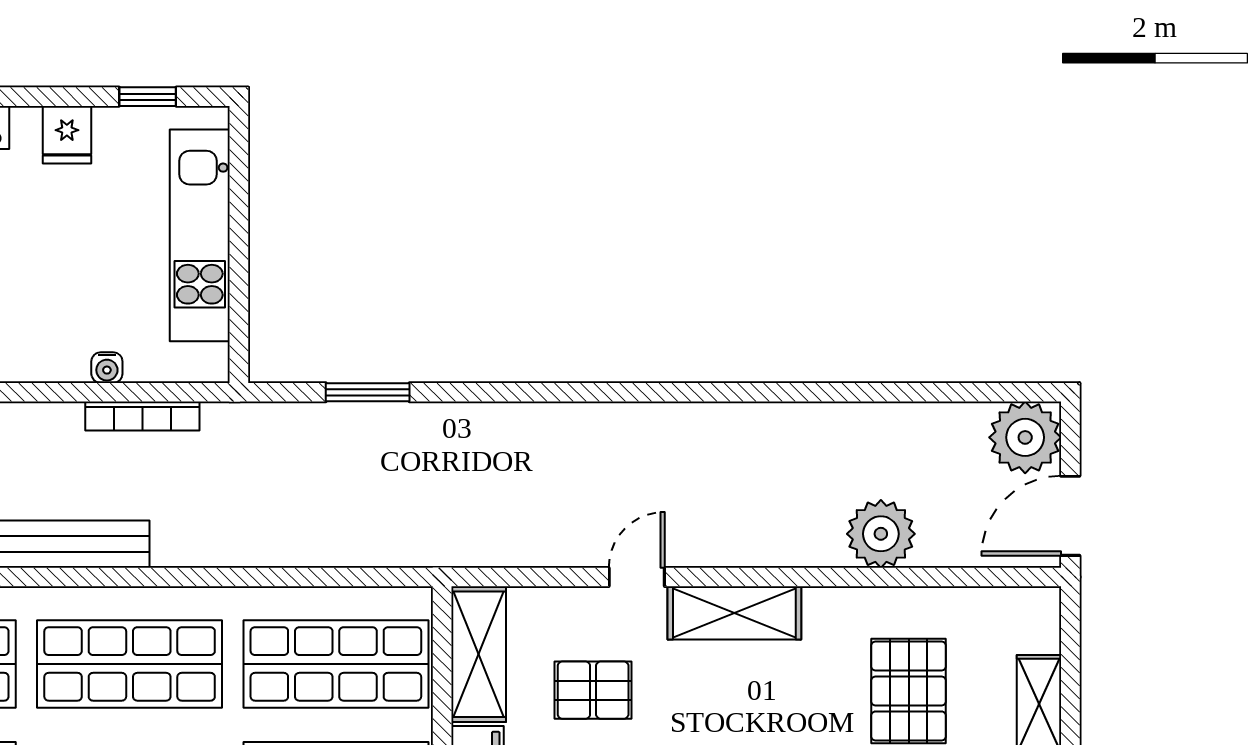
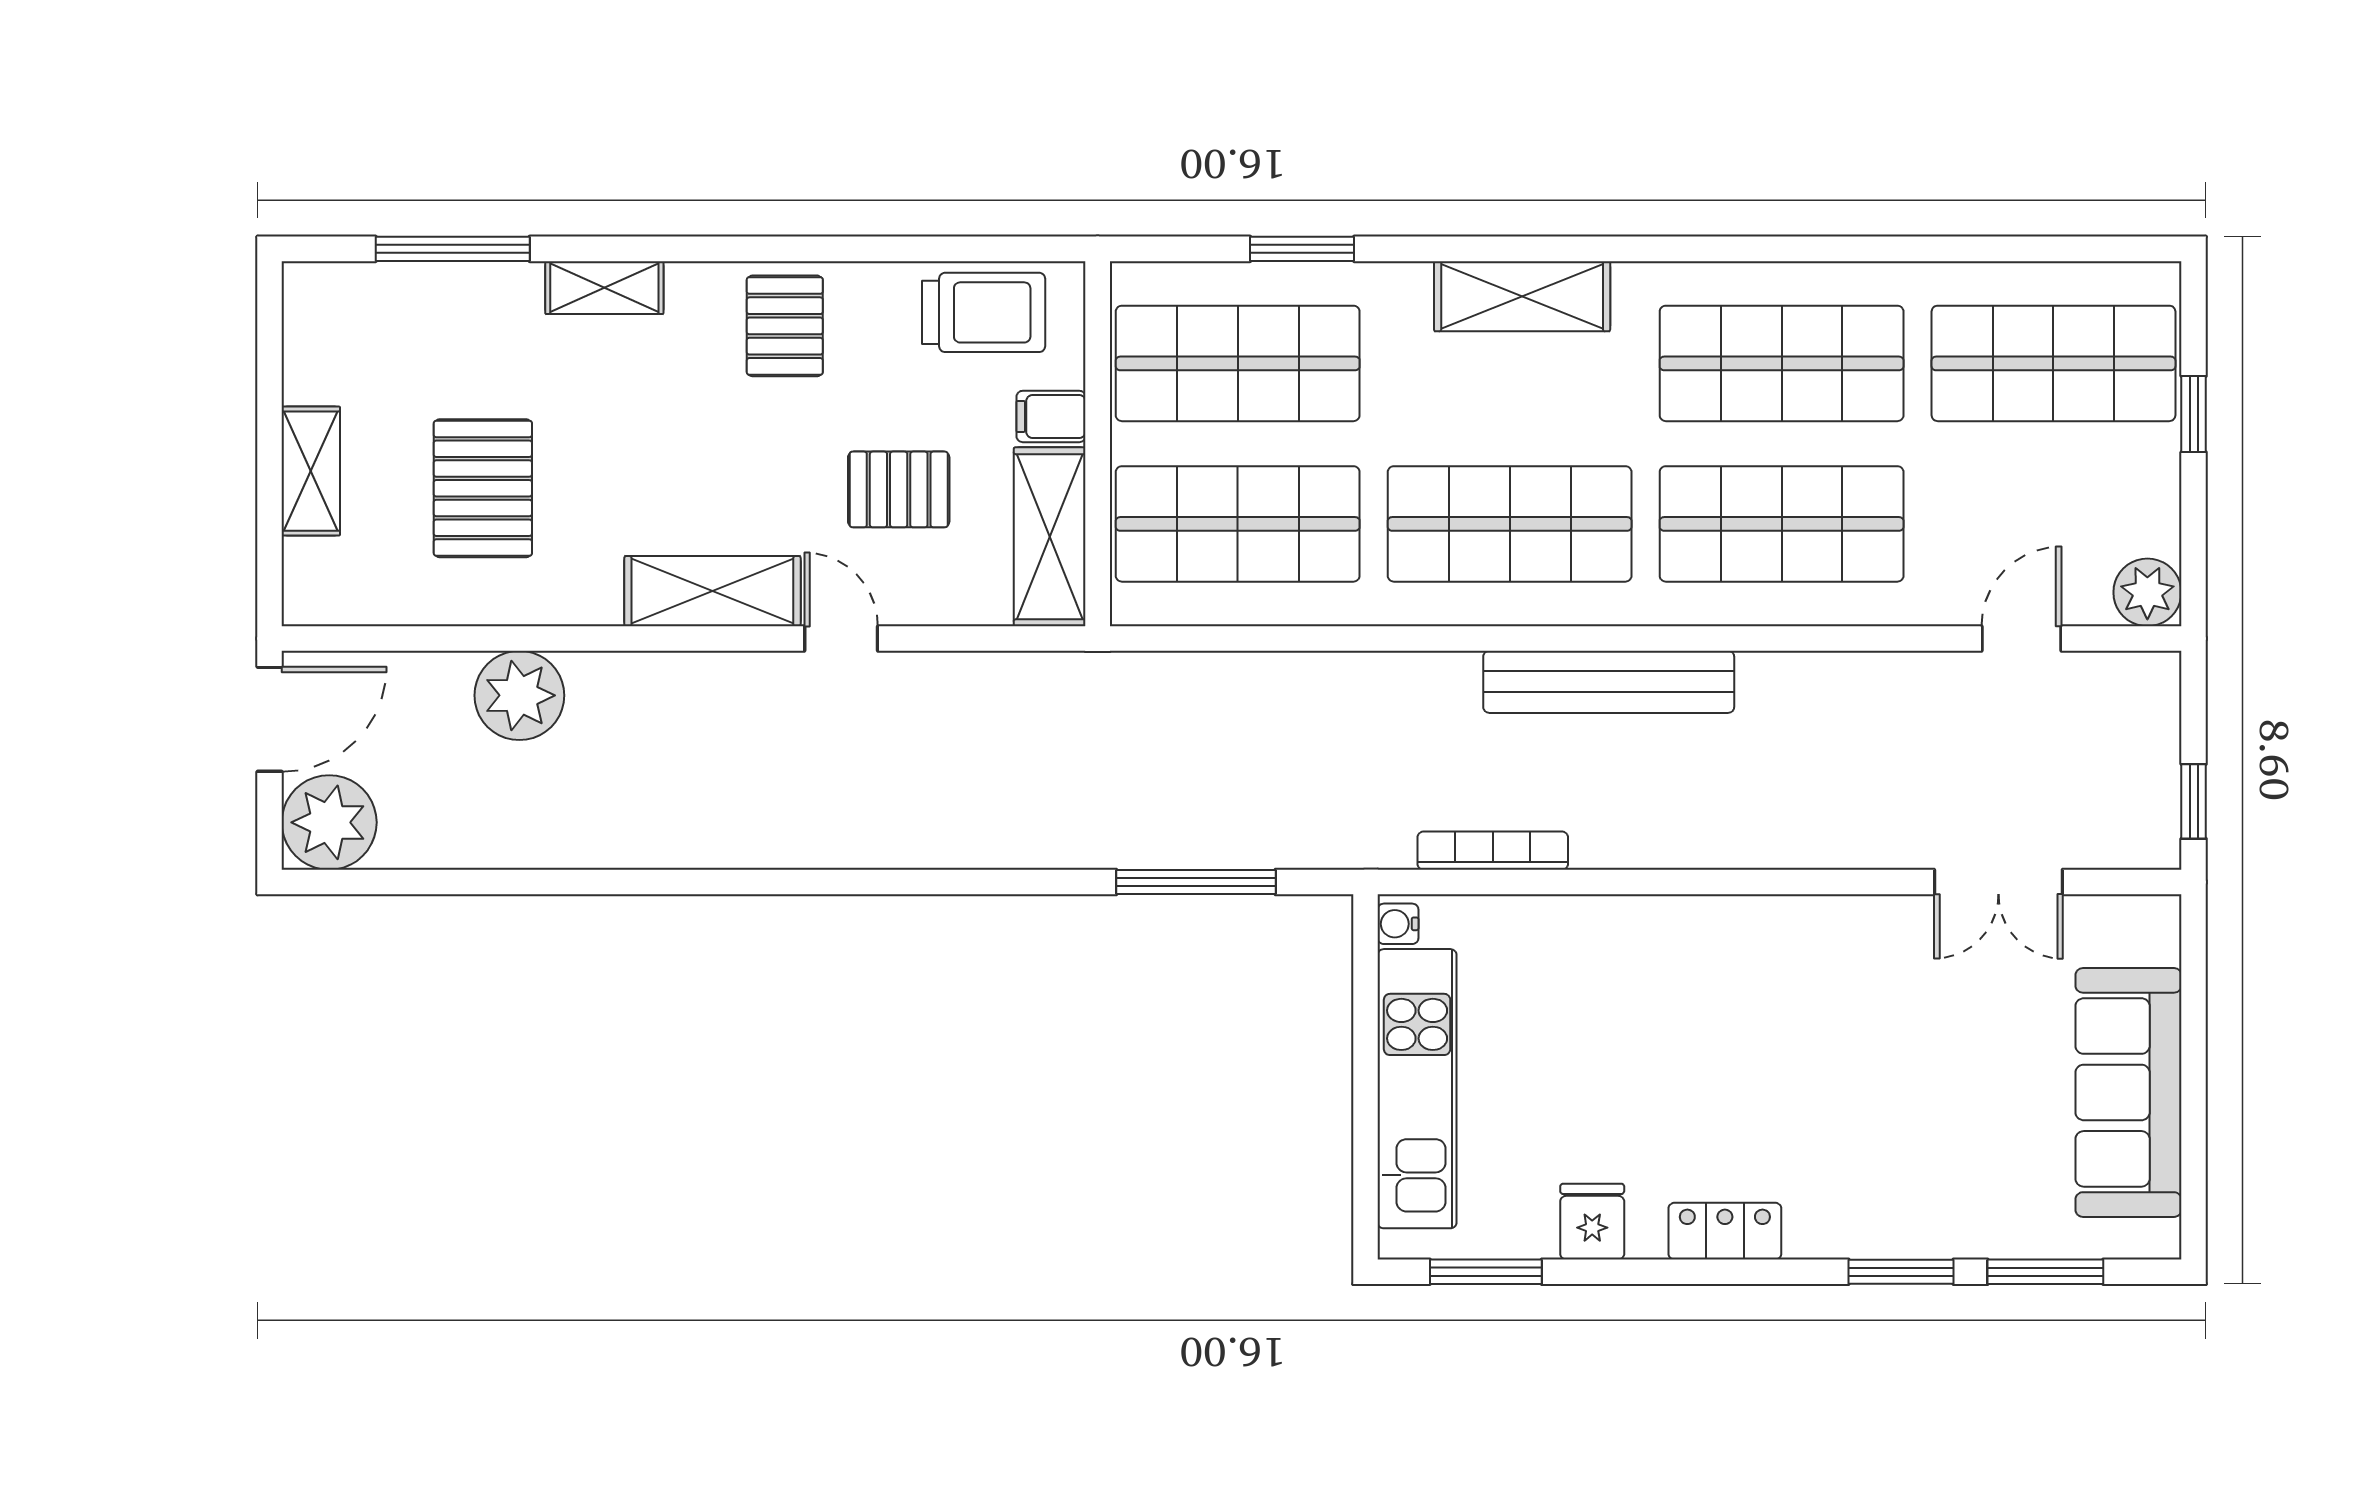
window: (148, 97) -> (1486, 1272), width x1.50
water cooler: (107, 368) -> (1398, 924), moved, turned -90
window: (368, 392) -> (1196, 882), width x1.44
door: (637, 577) -> (841, 638), swing flipped

